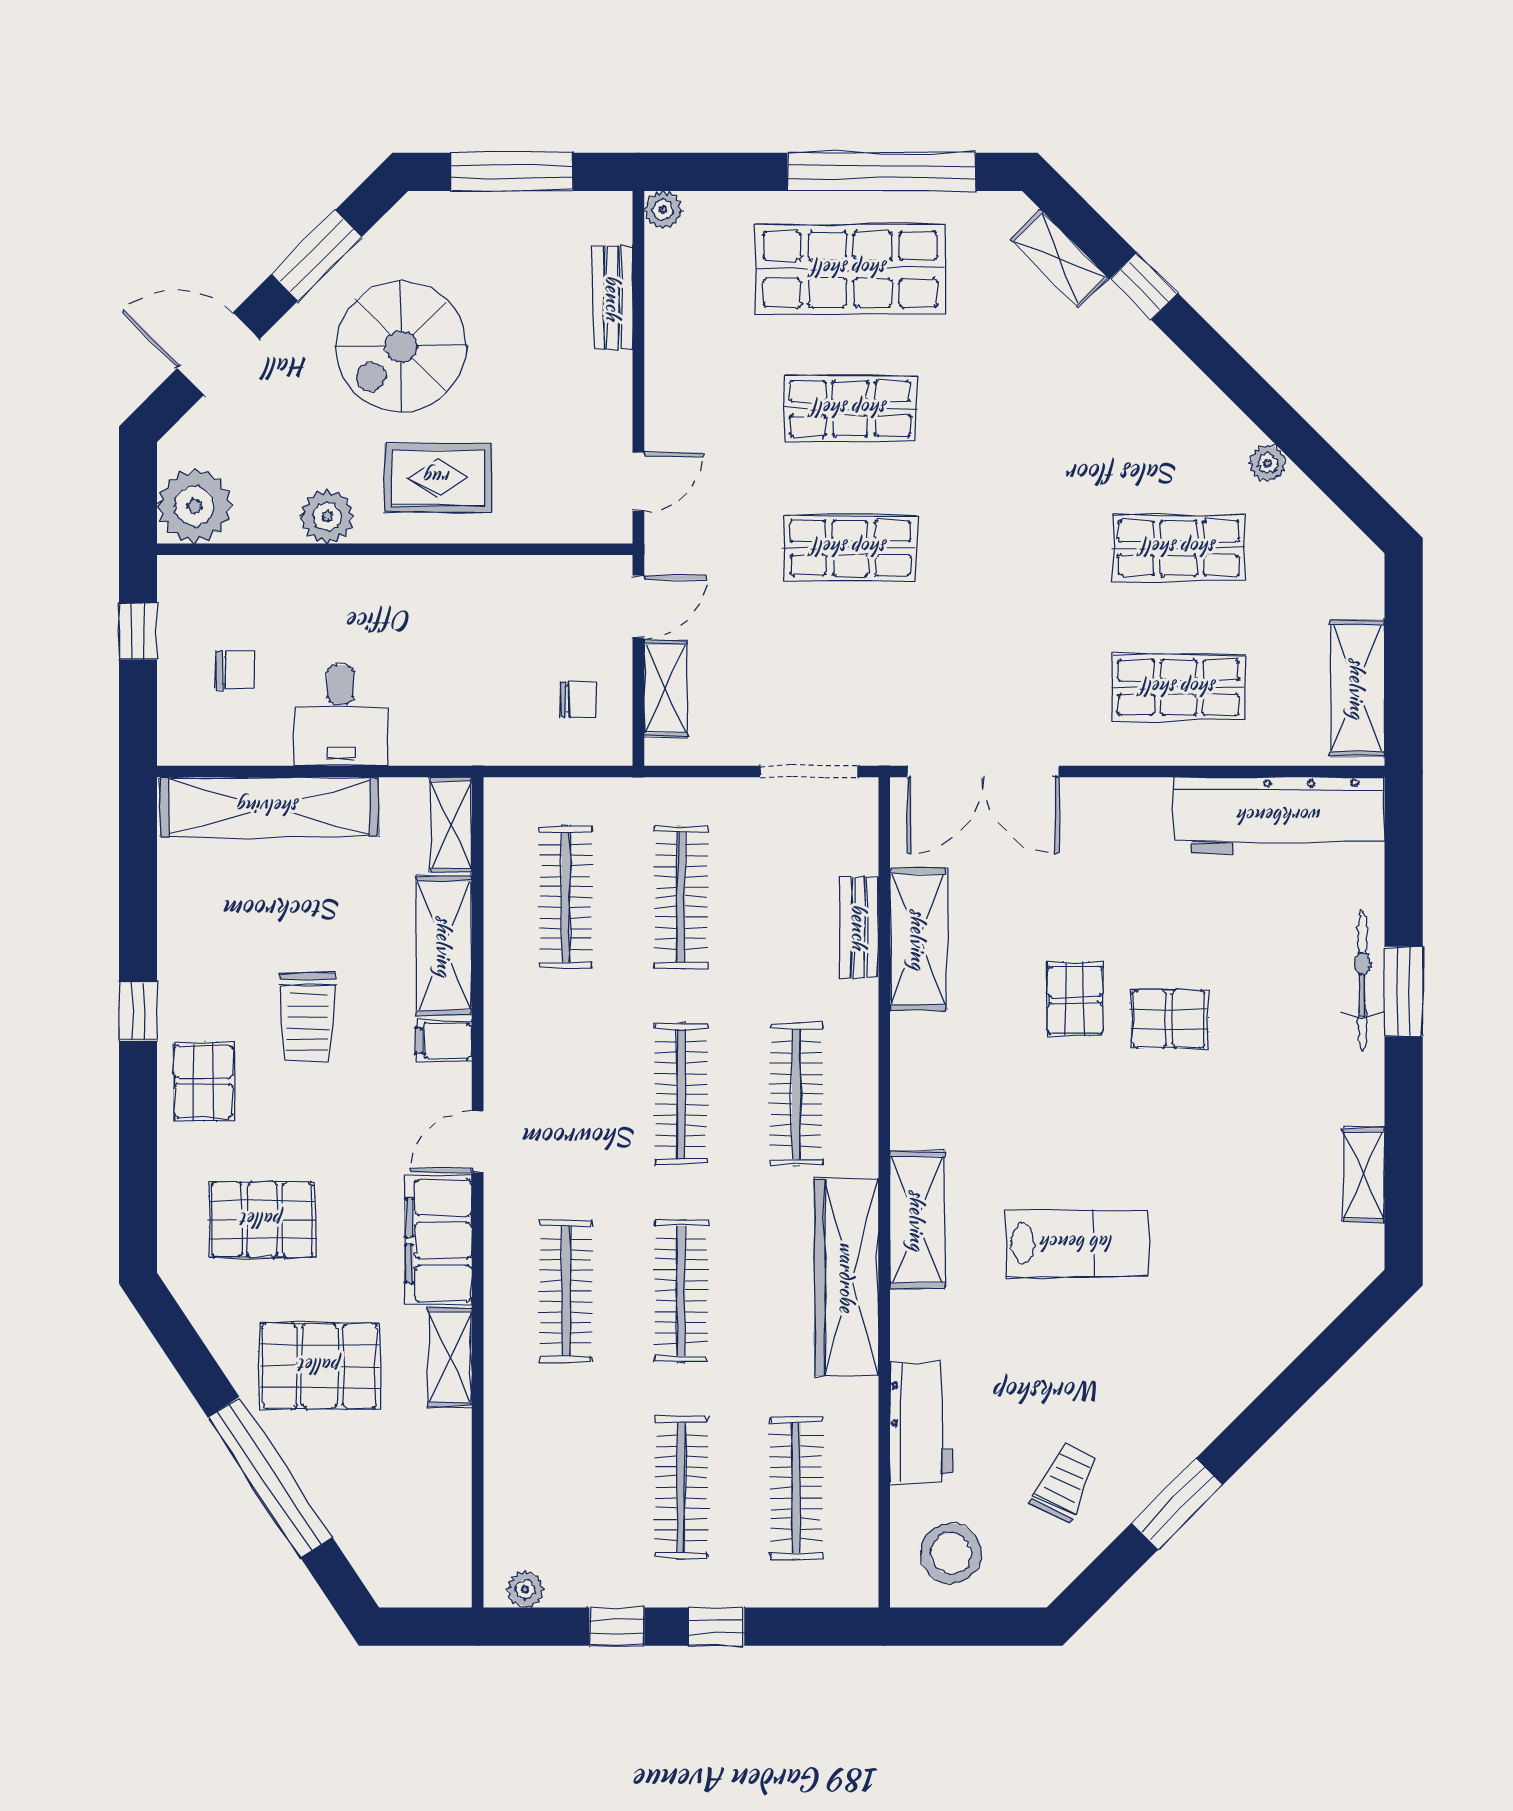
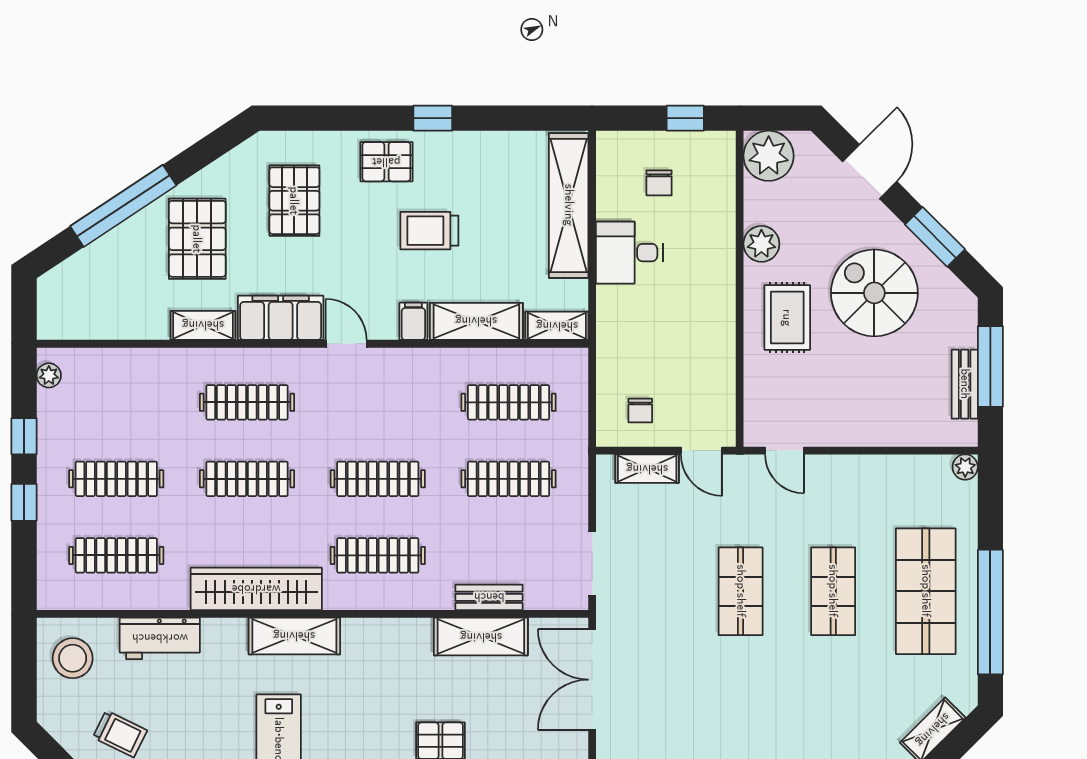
bench: (613, 298) -> (965, 384), moved, turned 90

